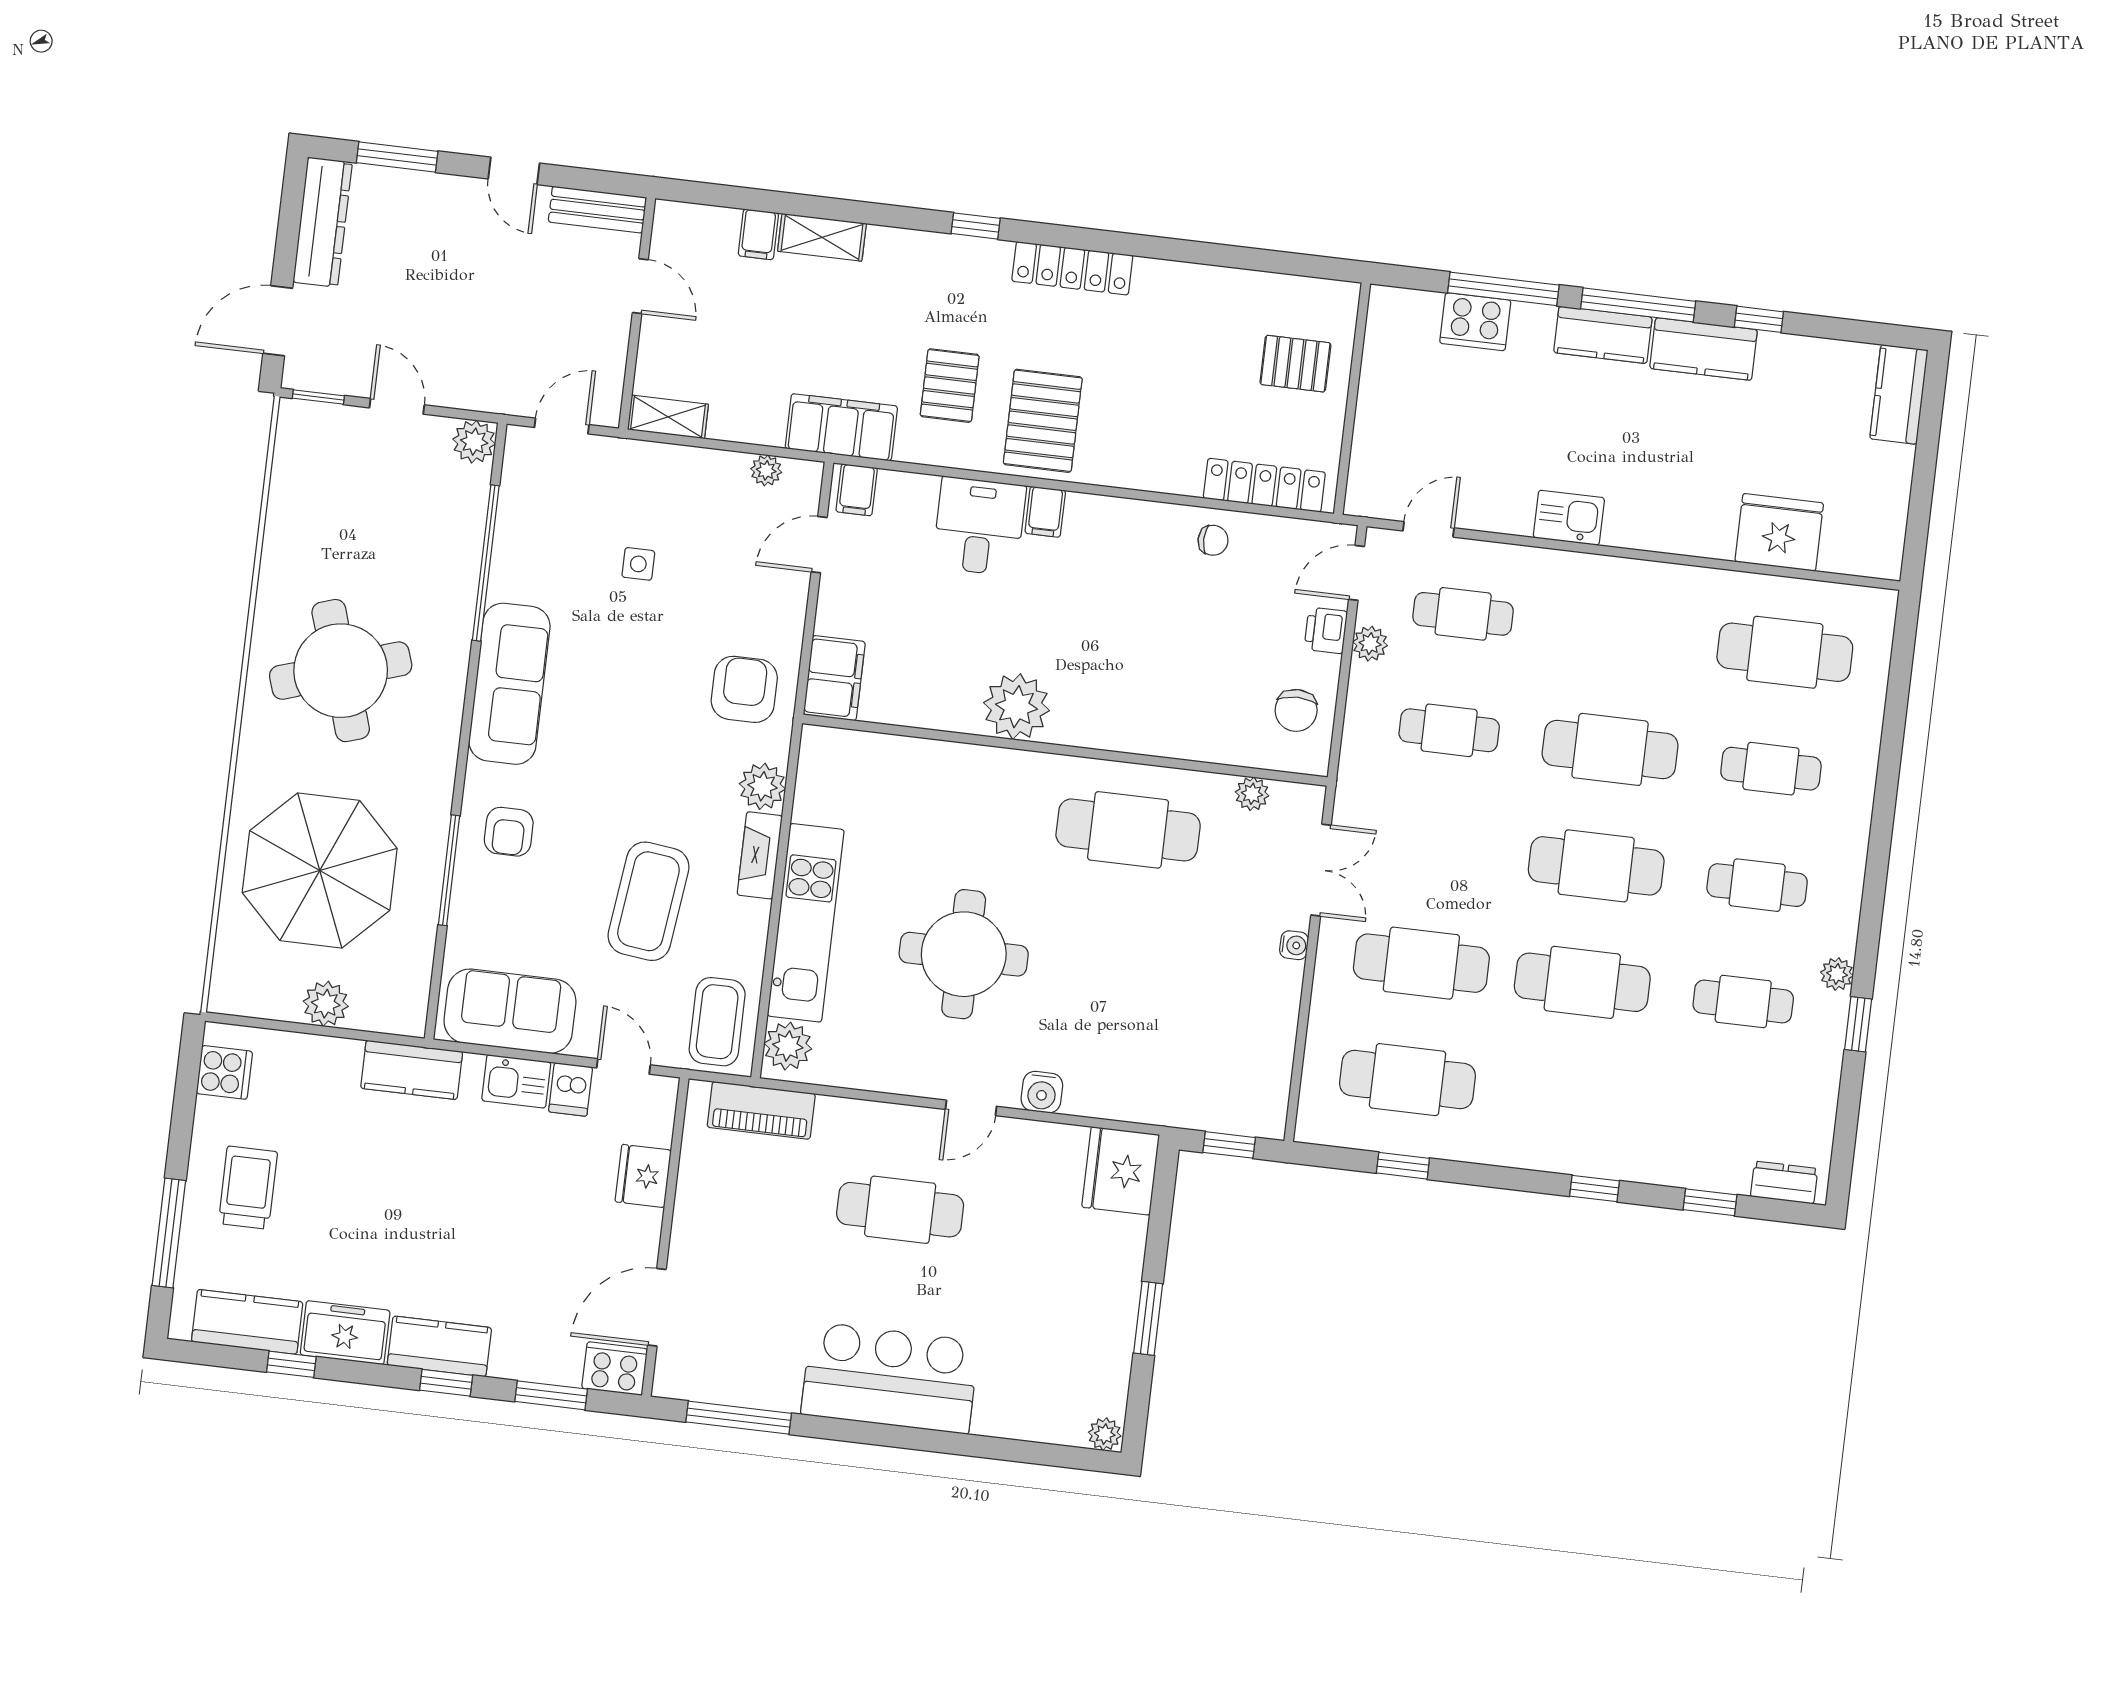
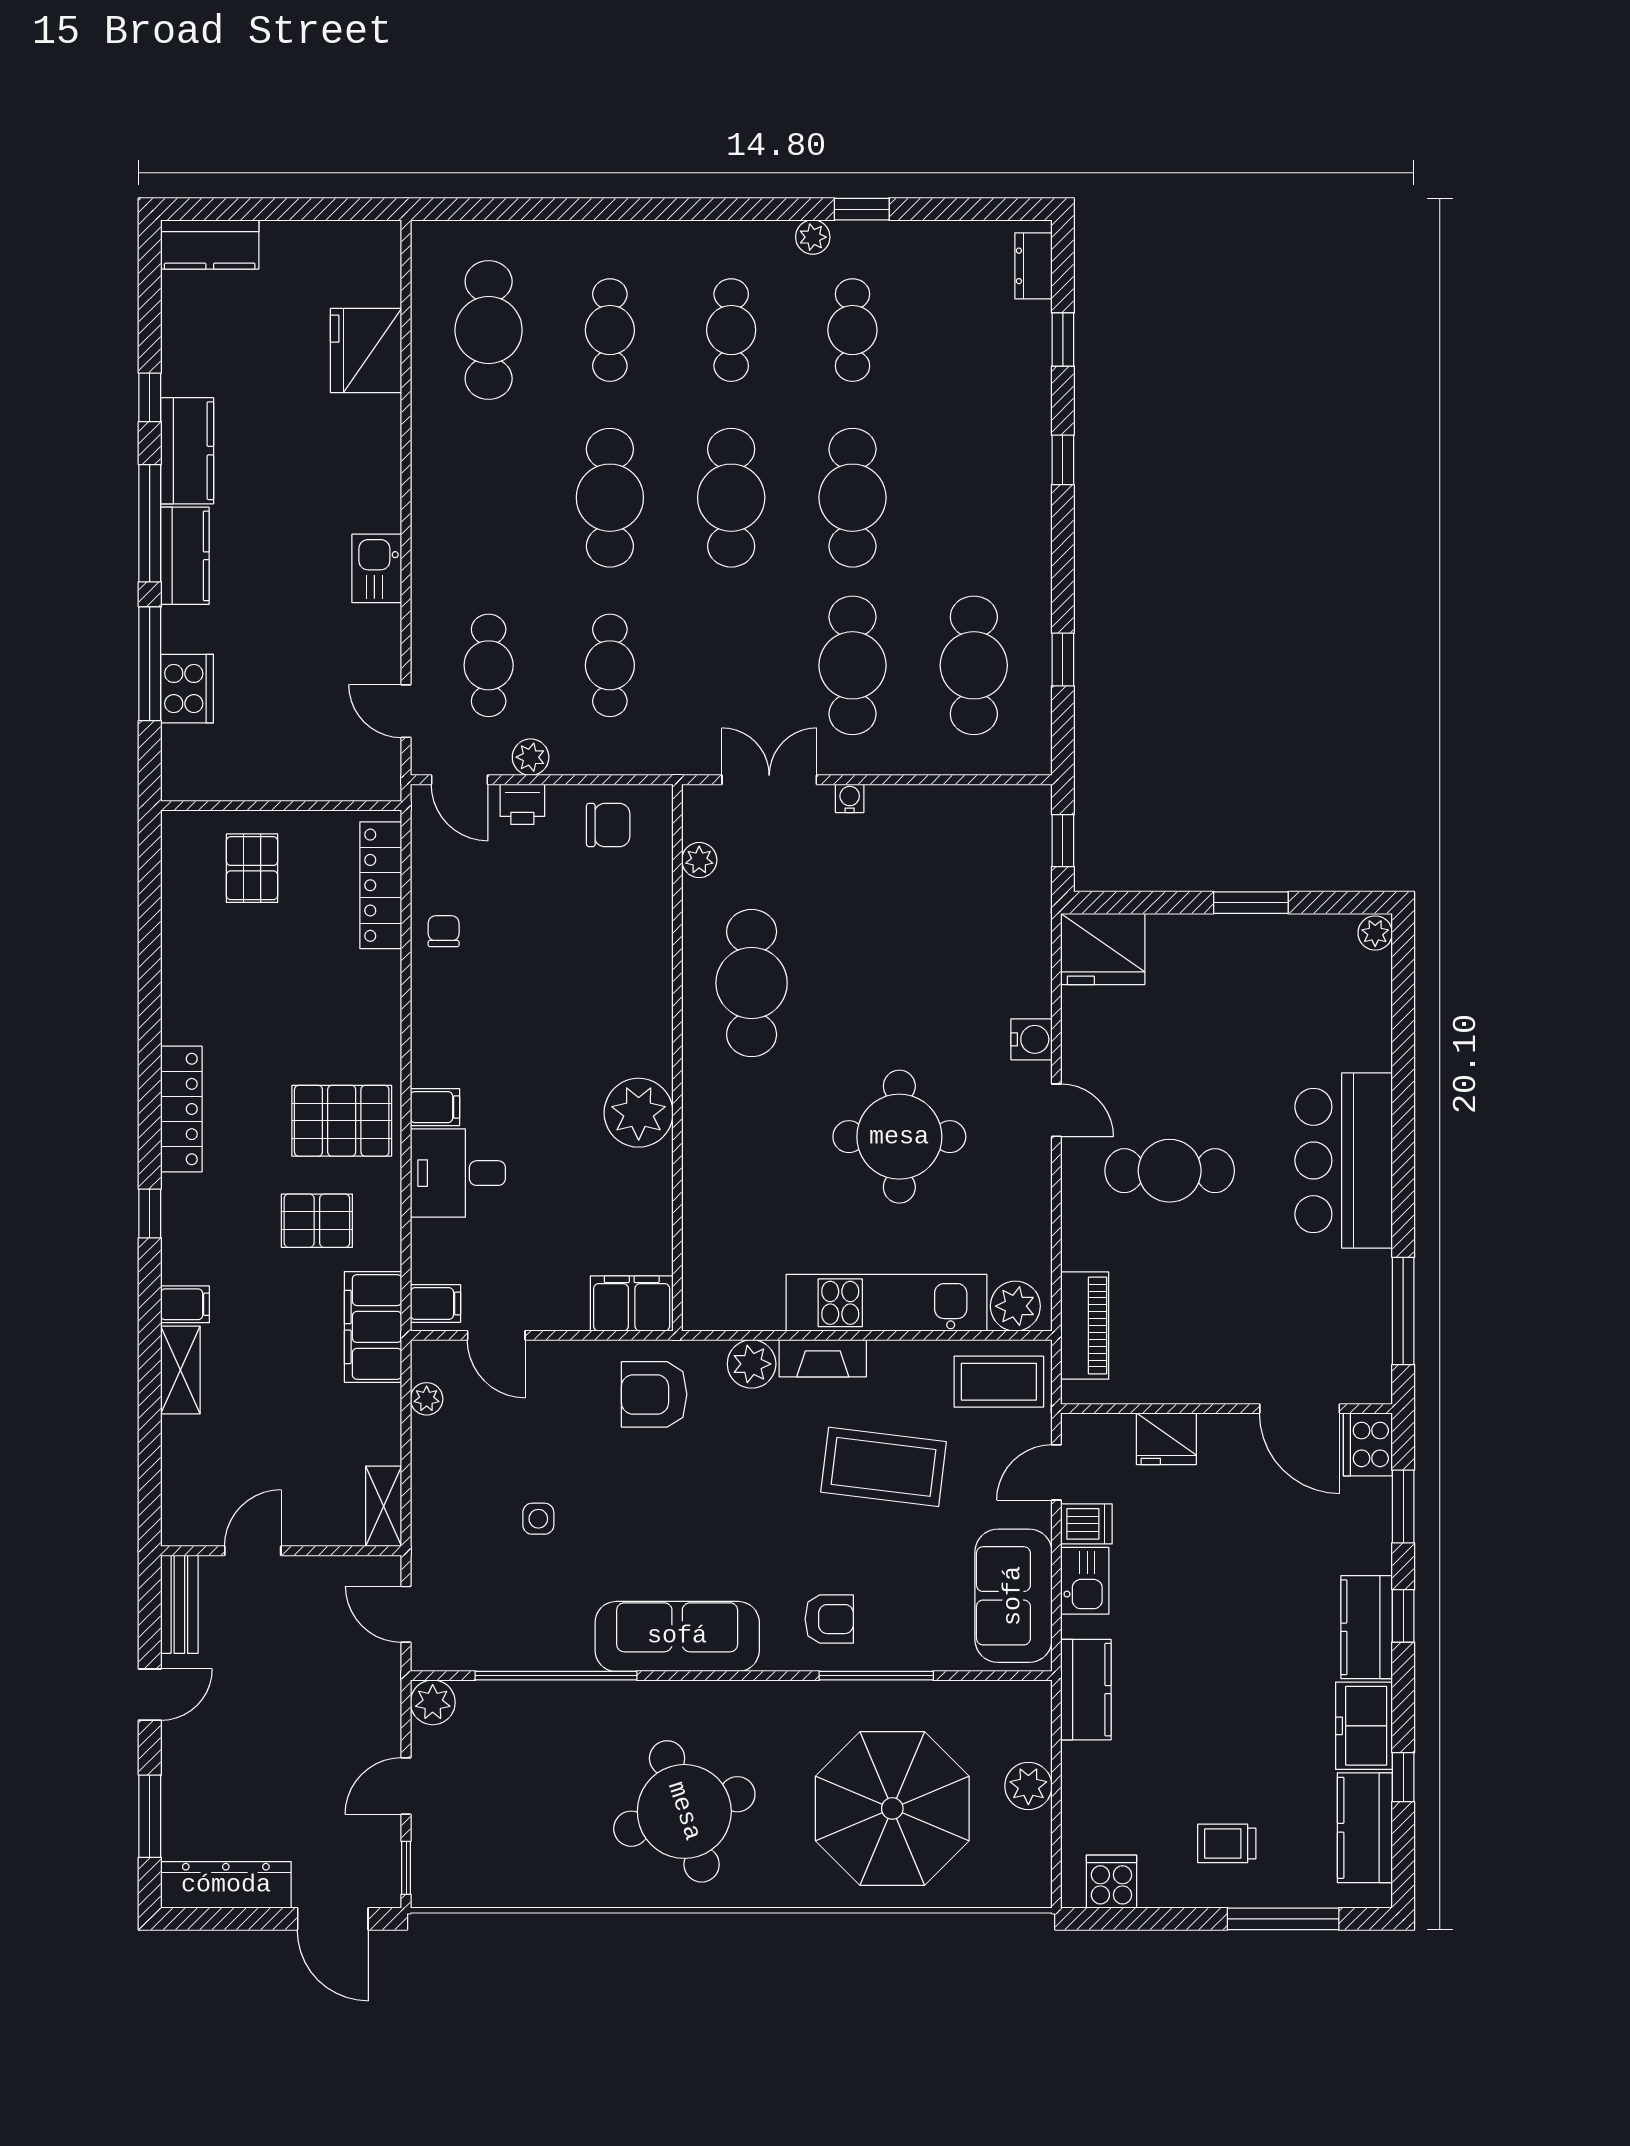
filing cabinet: (758, 234) -> (185, 1304), moved
trolley: (248, 1188) -> (1227, 1843), width x0.73, depth x0.72
cafe table: (900, 1210) -> (1170, 1171), turned 90

